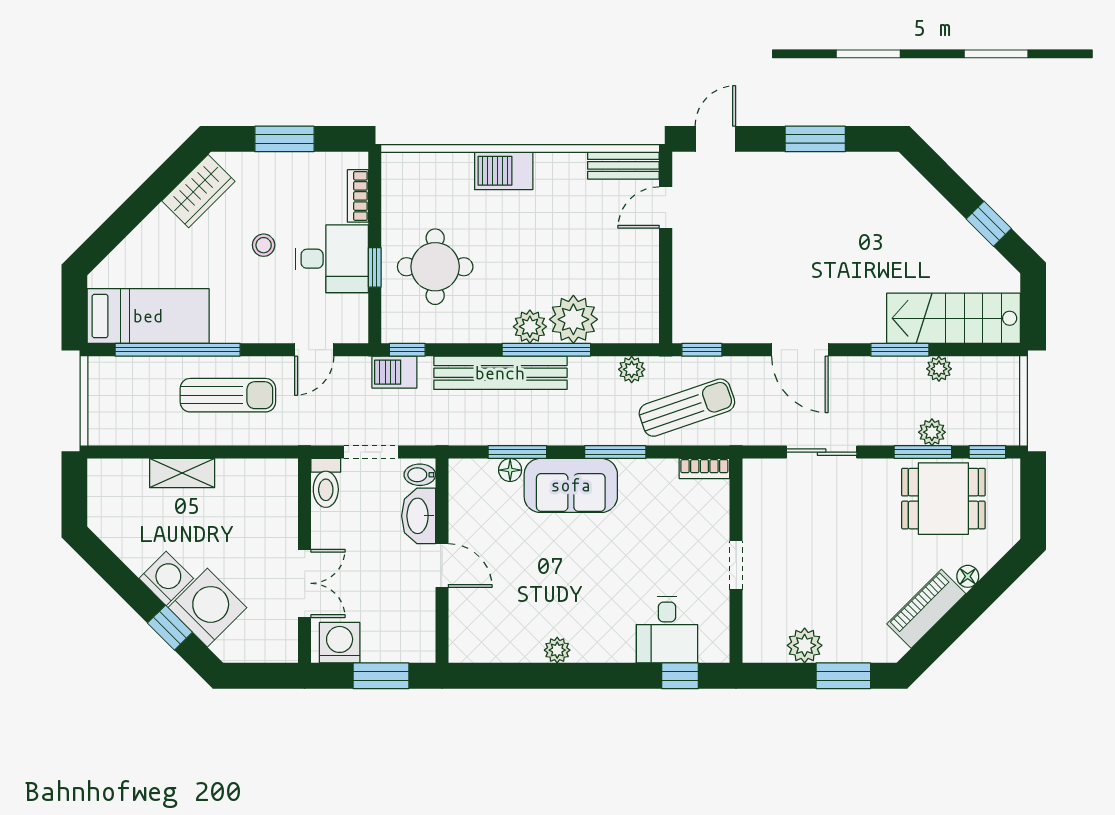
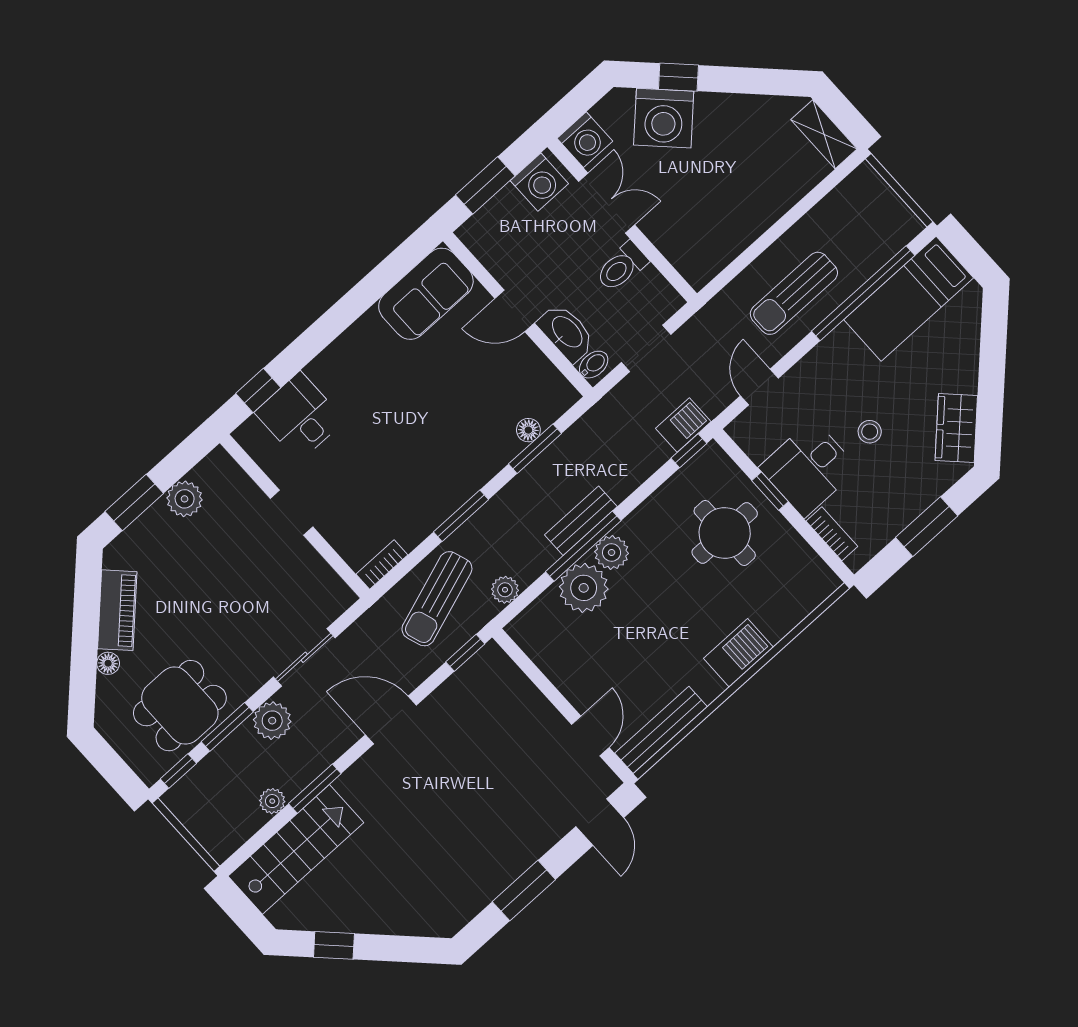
bench: (623, 165) -> (661, 730), width x1.36
bench: (500, 373) -> (581, 521), width x0.54, depth x0.82
plant: (932, 432) -> (272, 721), moved, width x1.38, depth x1.38
shelving: (182, 473) -> (824, 134), moved, turned 90
toilet: (326, 483) -> (622, 267), moved, turned -90
sofa: (571, 485) -> (426, 294), moved, turned 180
washing machine: (166, 578) -> (585, 140), moved, turned -45
double door: (305, 583) -> (607, 203), swing flipped
plant: (557, 650) -> (369, 326), removed

